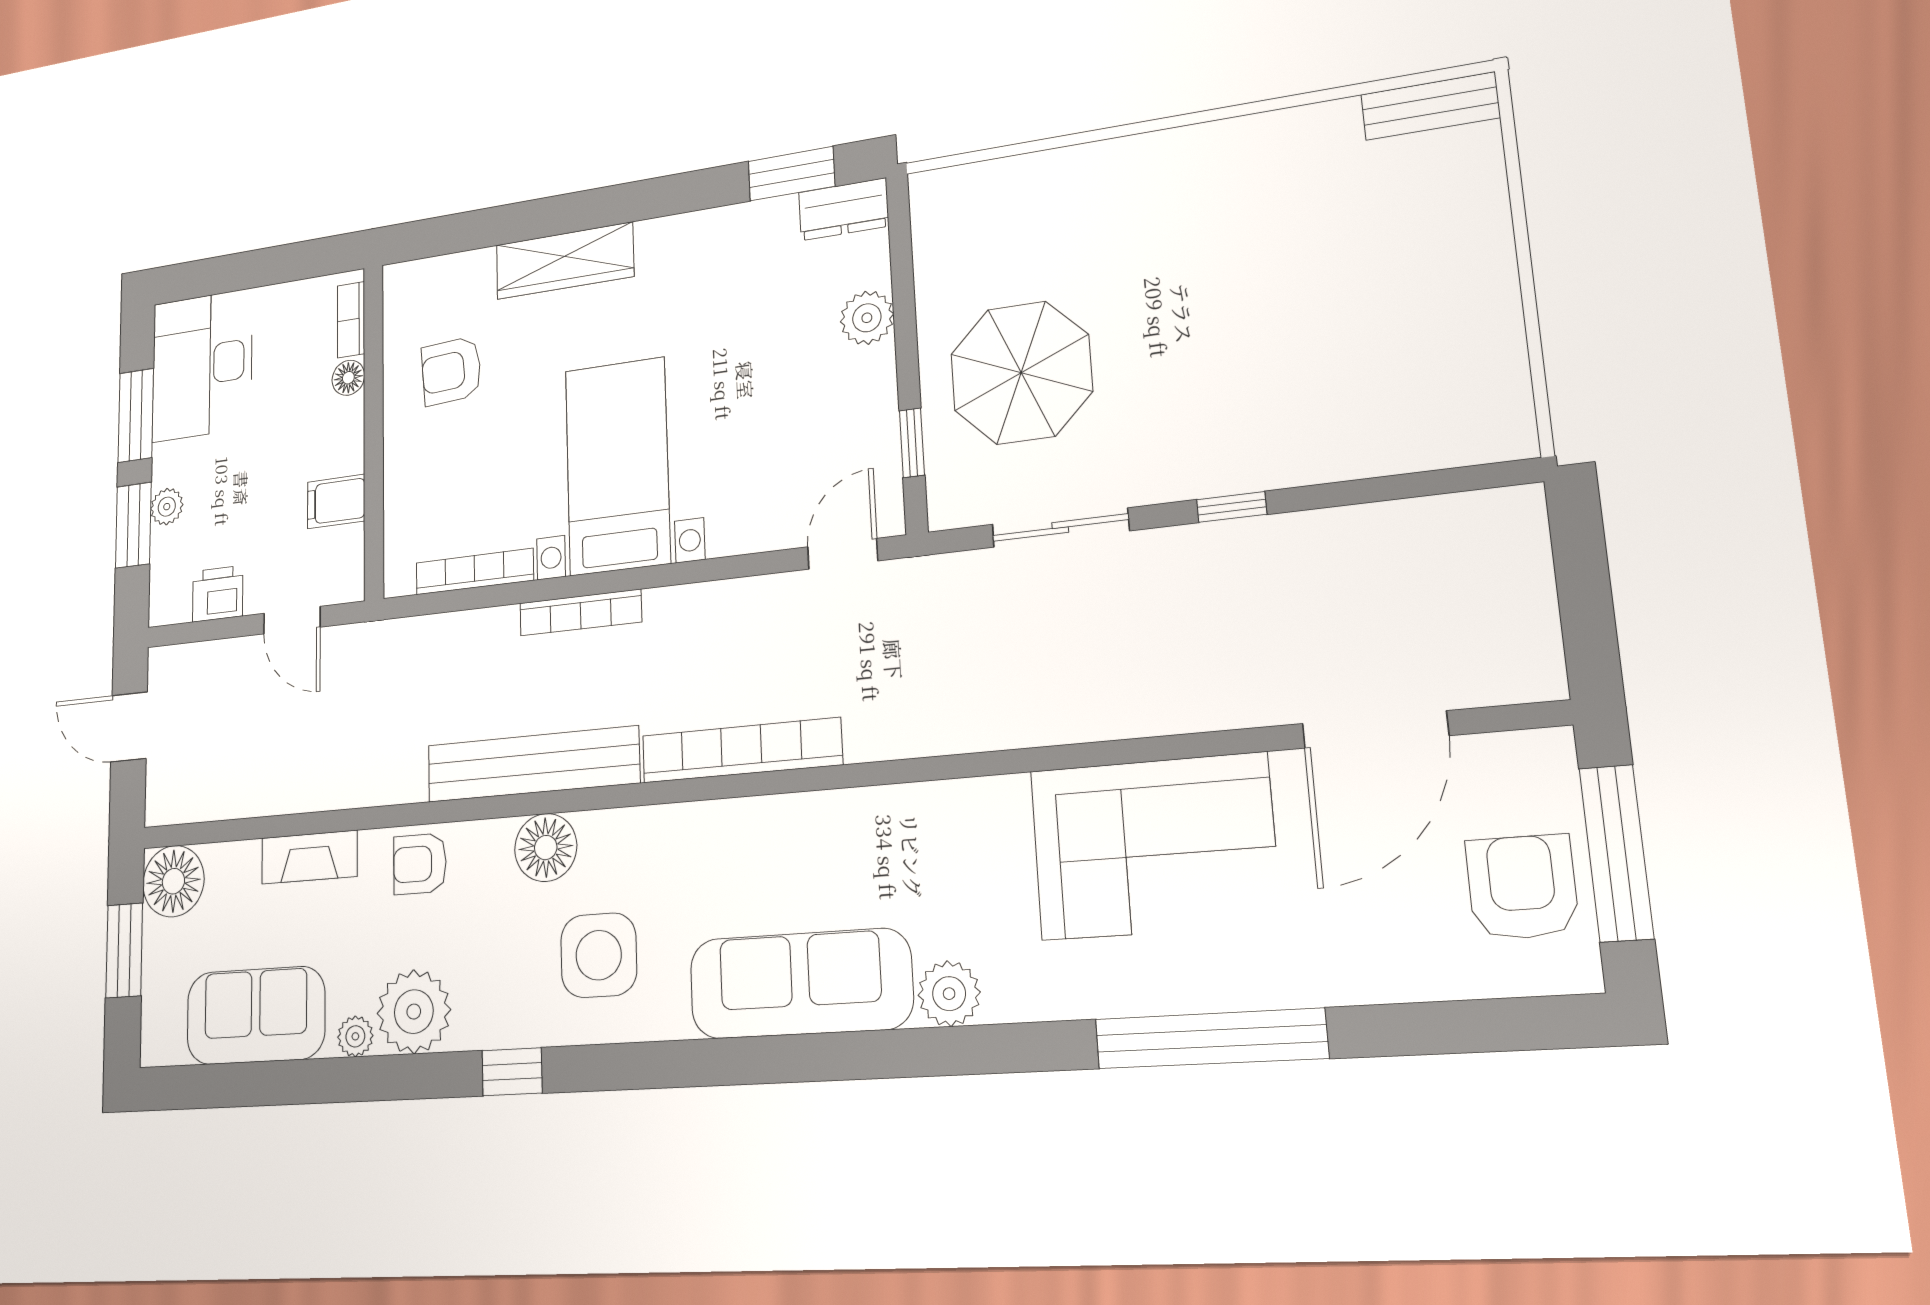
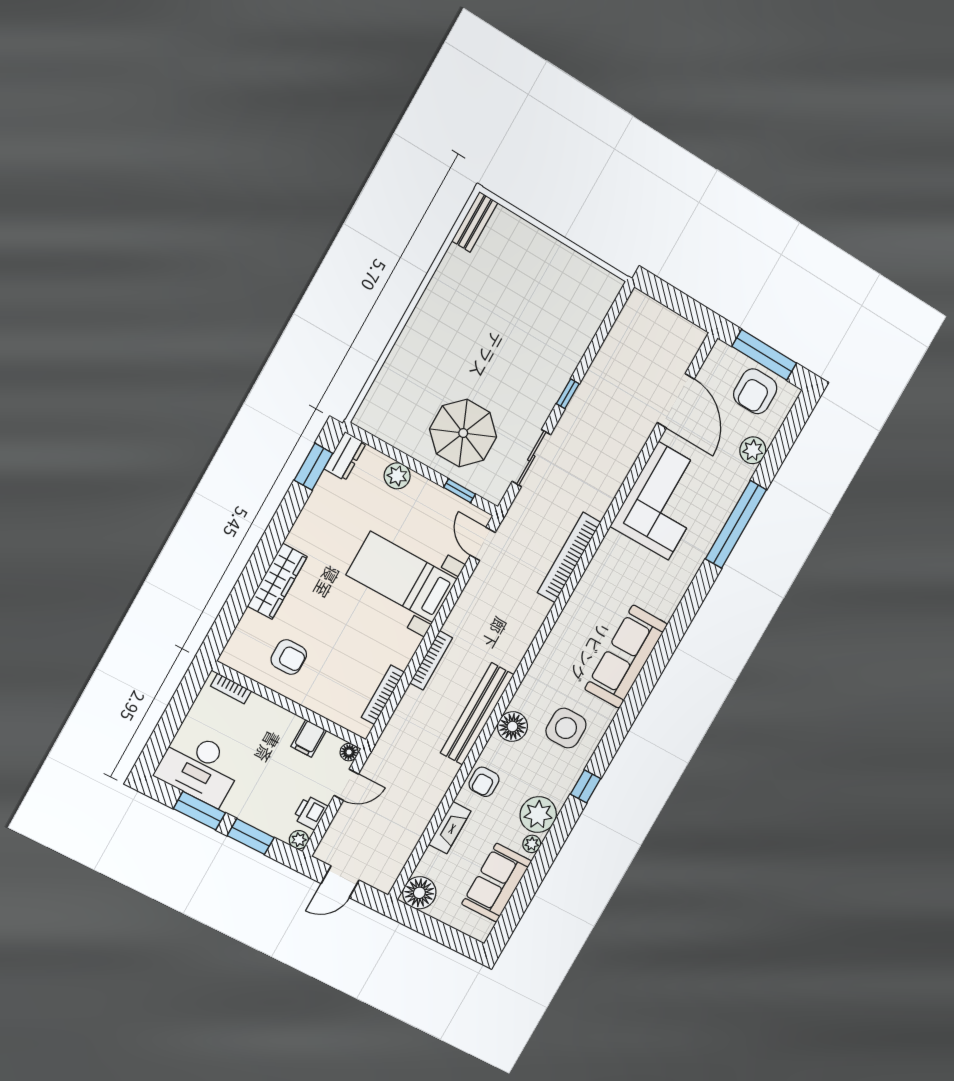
armchair: (451, 371) -> (289, 657), turned -86
floor lamp: (348, 378) -> (349, 752), moved
bed with nightstands: (617, 466) -> (402, 577), moved
plant: (167, 507) -> (299, 840), moved
bookcase: (741, 750) -> (569, 557), moved
armchair: (1522, 887) -> (755, 391), turned -90
window: (124, 950) -> (433, 929), removed
plant: (949, 994) -> (753, 450), moved

